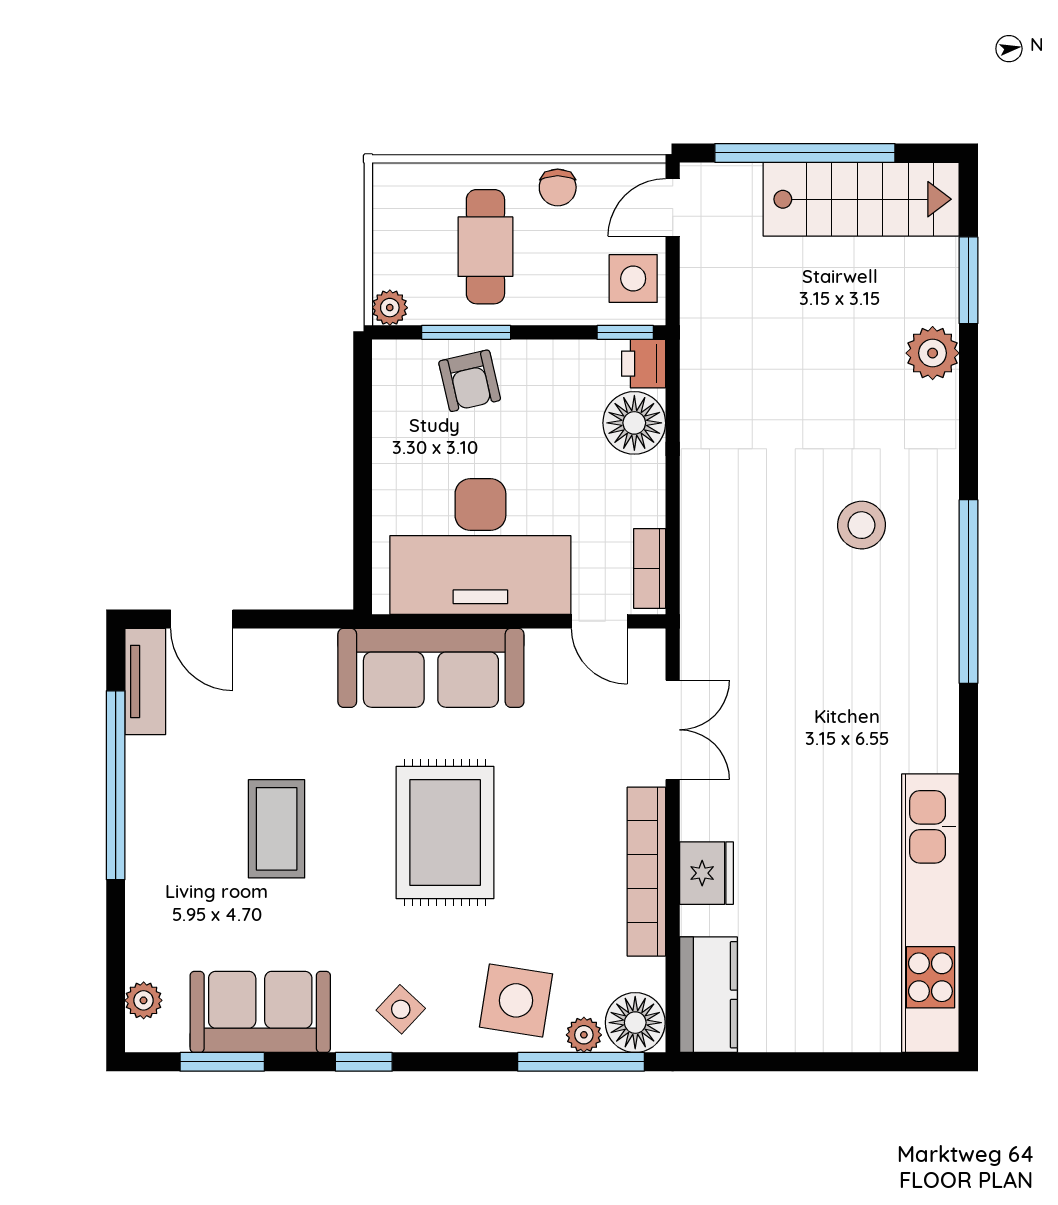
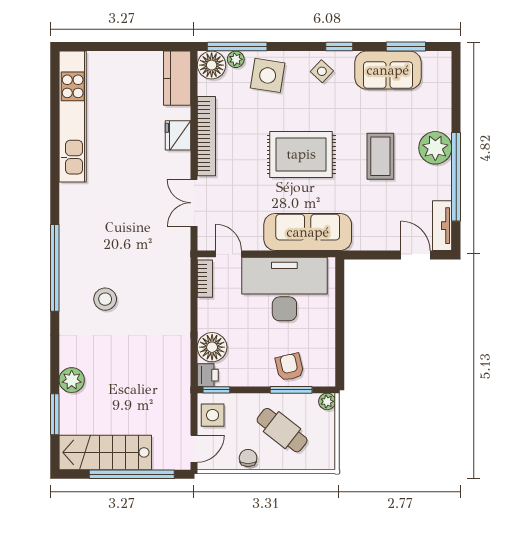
cafe table: (485, 247) -> (282, 430), turned -52
rug: (445, 833) -> (301, 154), turned 90
plant: (144, 1000) -> (435, 148), moved, width x1.88, depth x1.88

